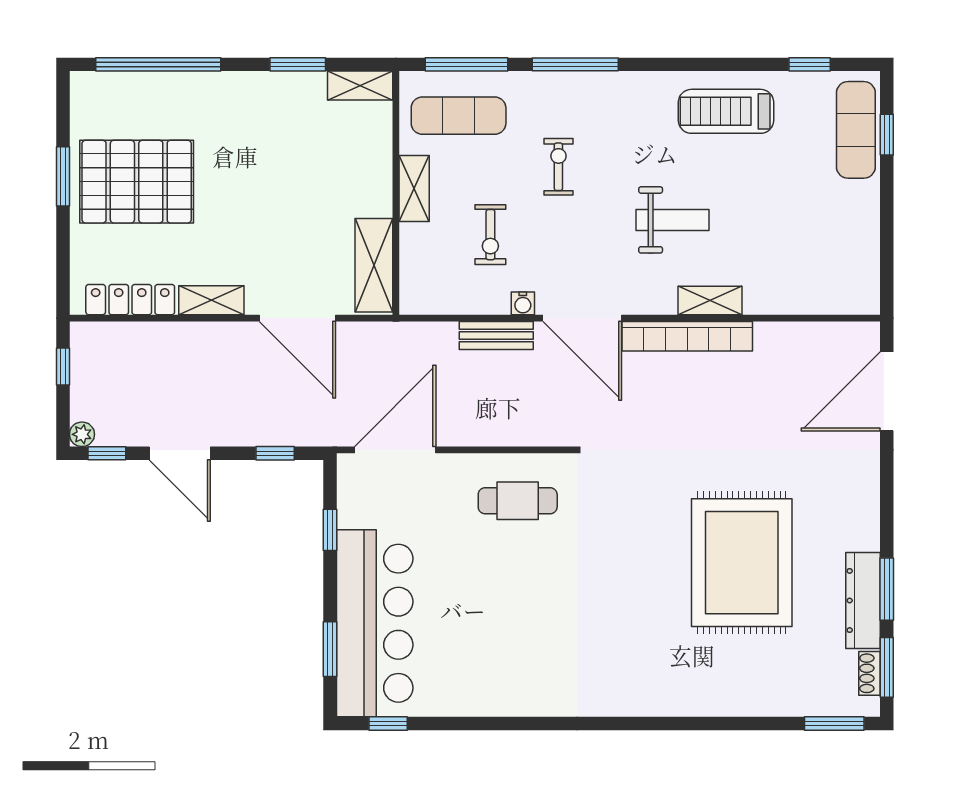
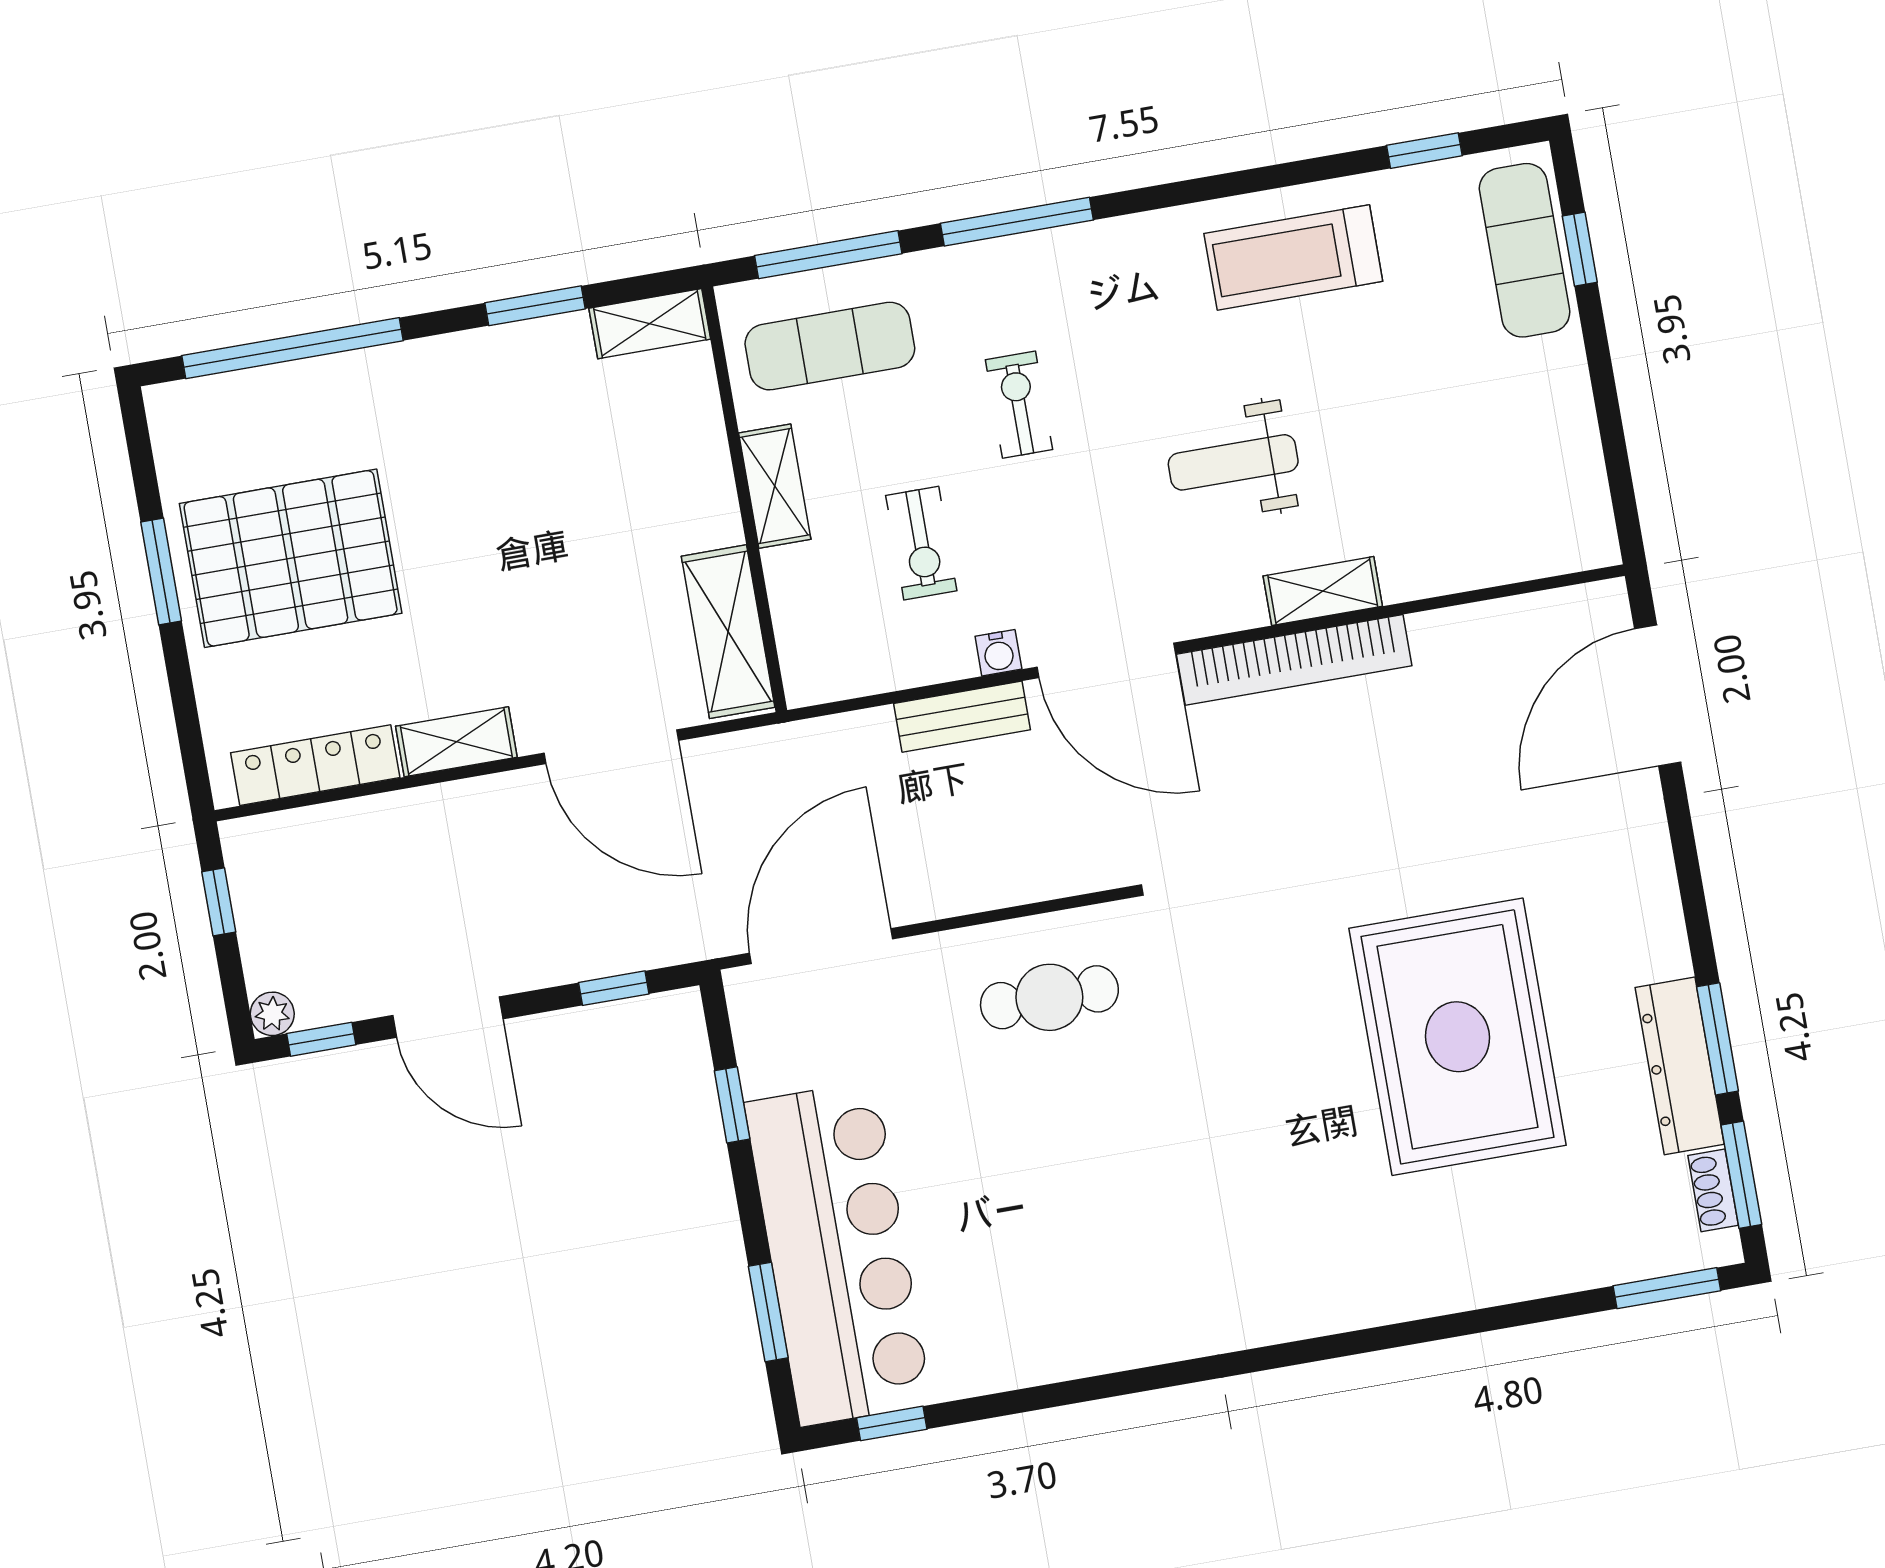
weight bench: (672, 220) -> (1233, 462), turned 180

